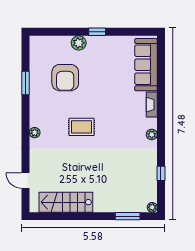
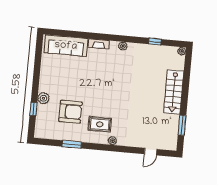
window: (97, 32) -> (33, 109), moved
rug: (82, 127) -> (100, 124), moved, turned 90
stairs: (66, 202) -> (174, 92), moved
window: (128, 216) -> (182, 125), moved

